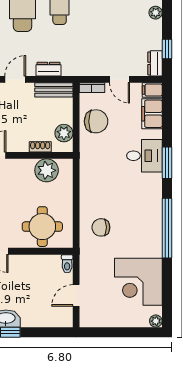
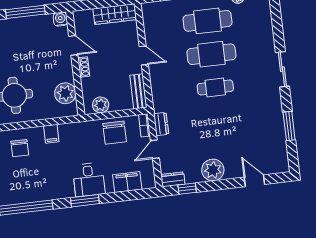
plant: (156, 13) -> (213, 170), width x1.88, depth x1.88
dresser: (49, 69) -> (161, 124), moved
filing cabinet: (152, 90) -> (51, 134), moved, turned 180
shoe rack: (40, 147) -> (84, 67), moved
chair: (101, 227) -> (20, 148), turned 180

